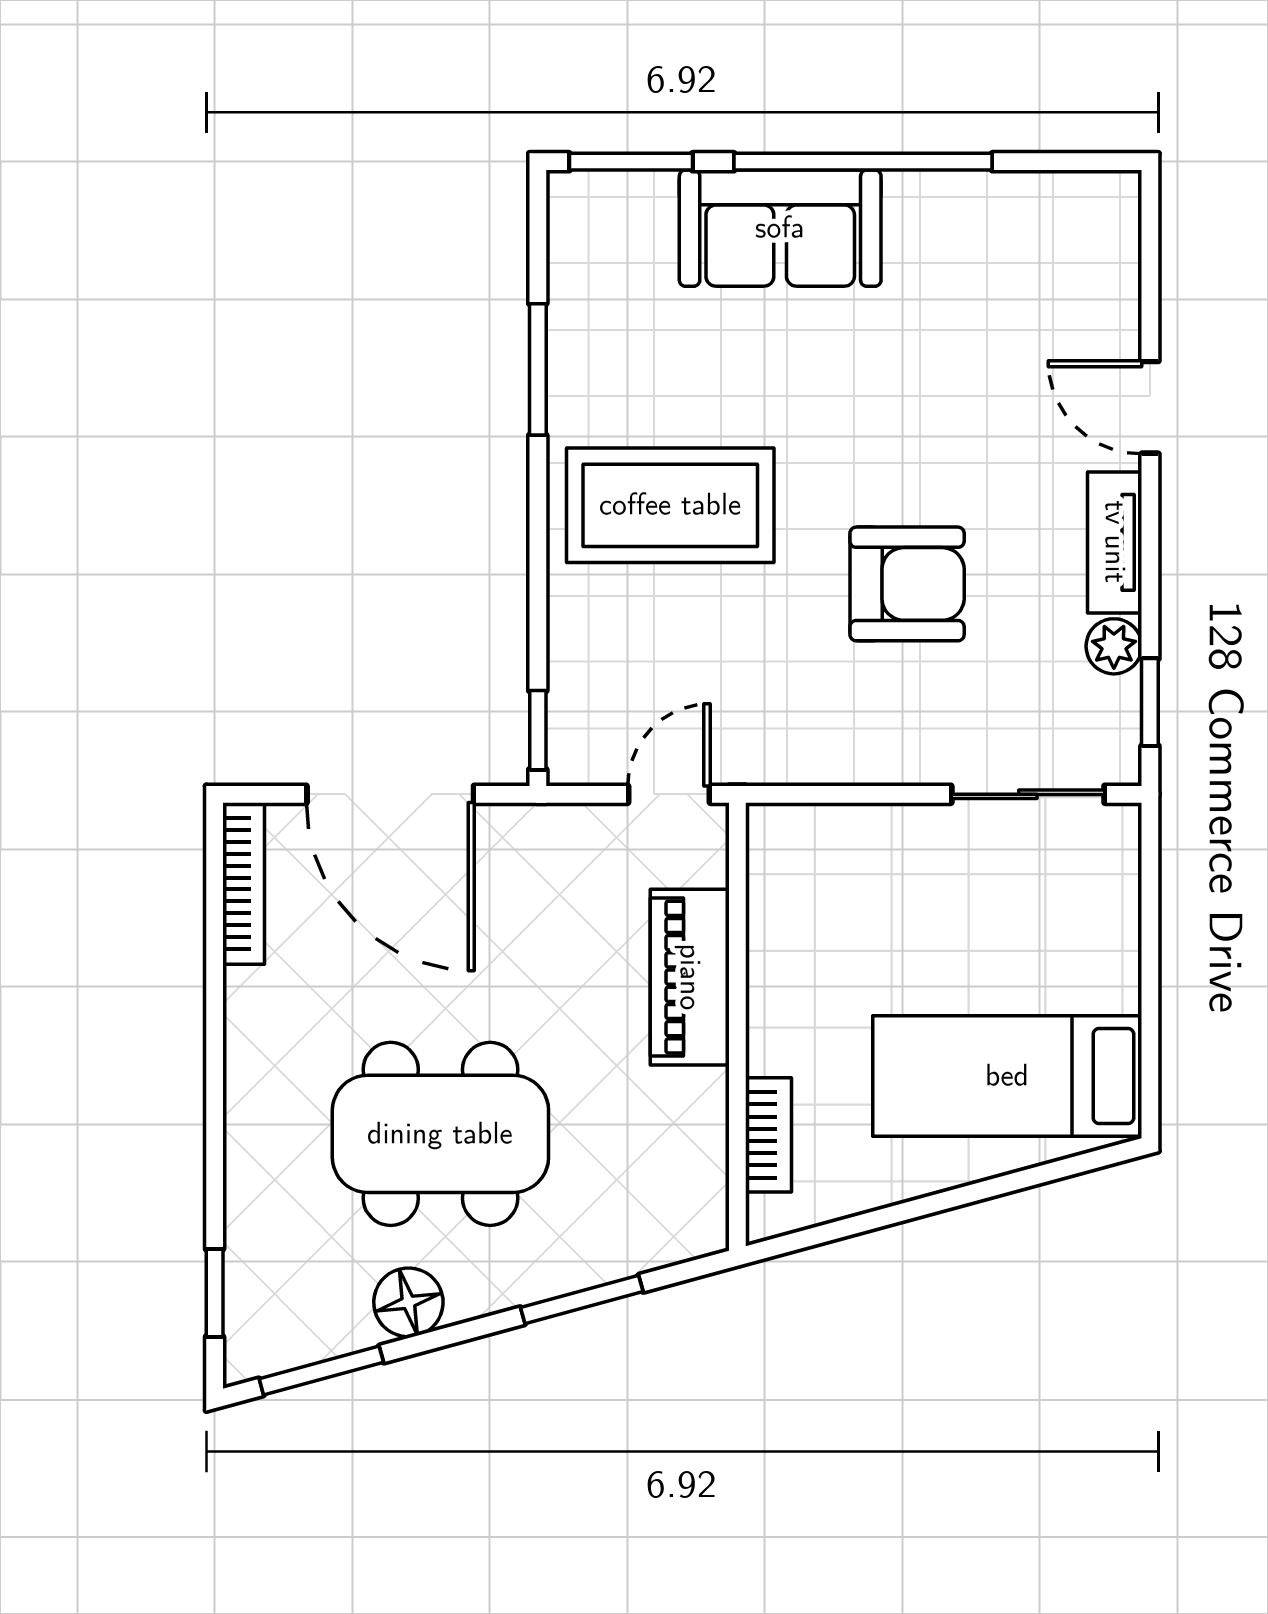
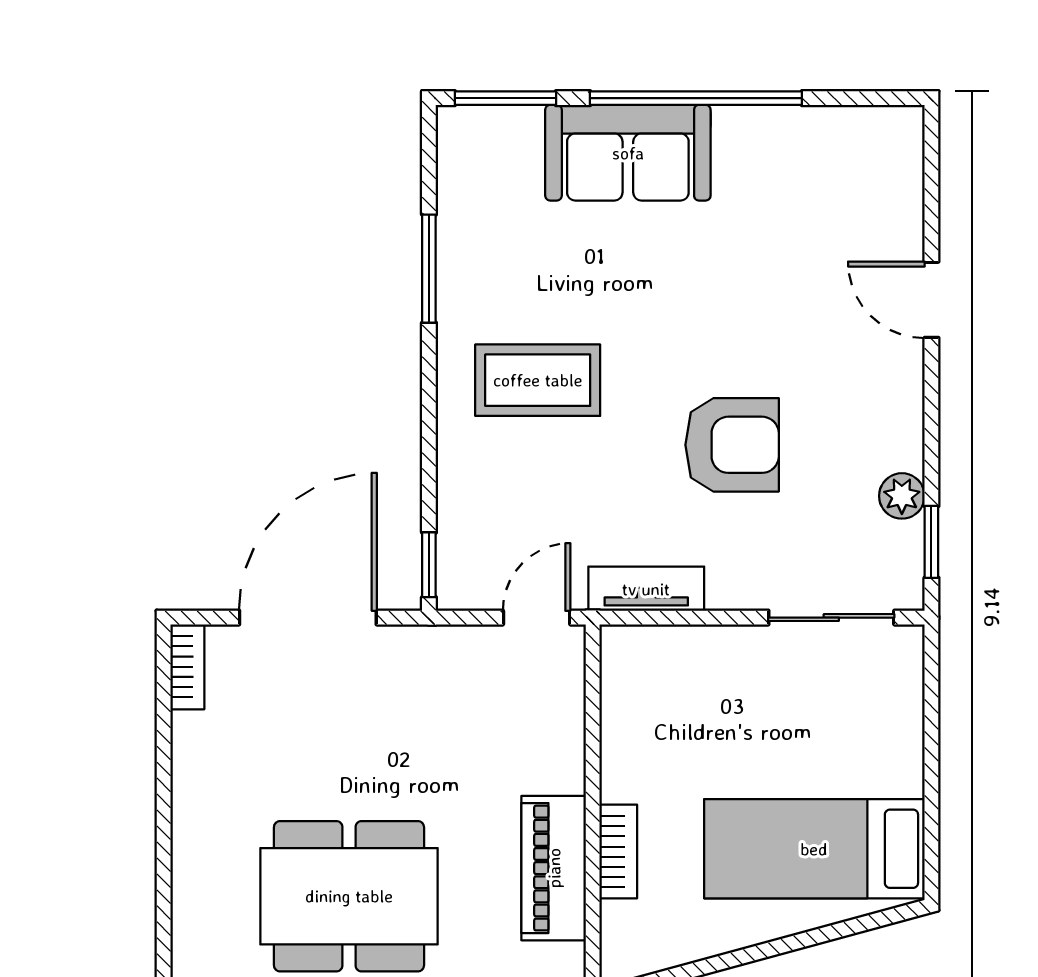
coffee table: (670, 505) -> (538, 380), width x0.73, depth x0.76
tv unit: (1115, 542) -> (646, 589), moved, turned 90
door: (390, 794) -> (308, 618), swing flipped
bookcase: (244, 883) -> (187, 667), width x0.64
piano: (690, 977) -> (554, 868), moved
bookcase: (768, 1135) -> (618, 852), moved

